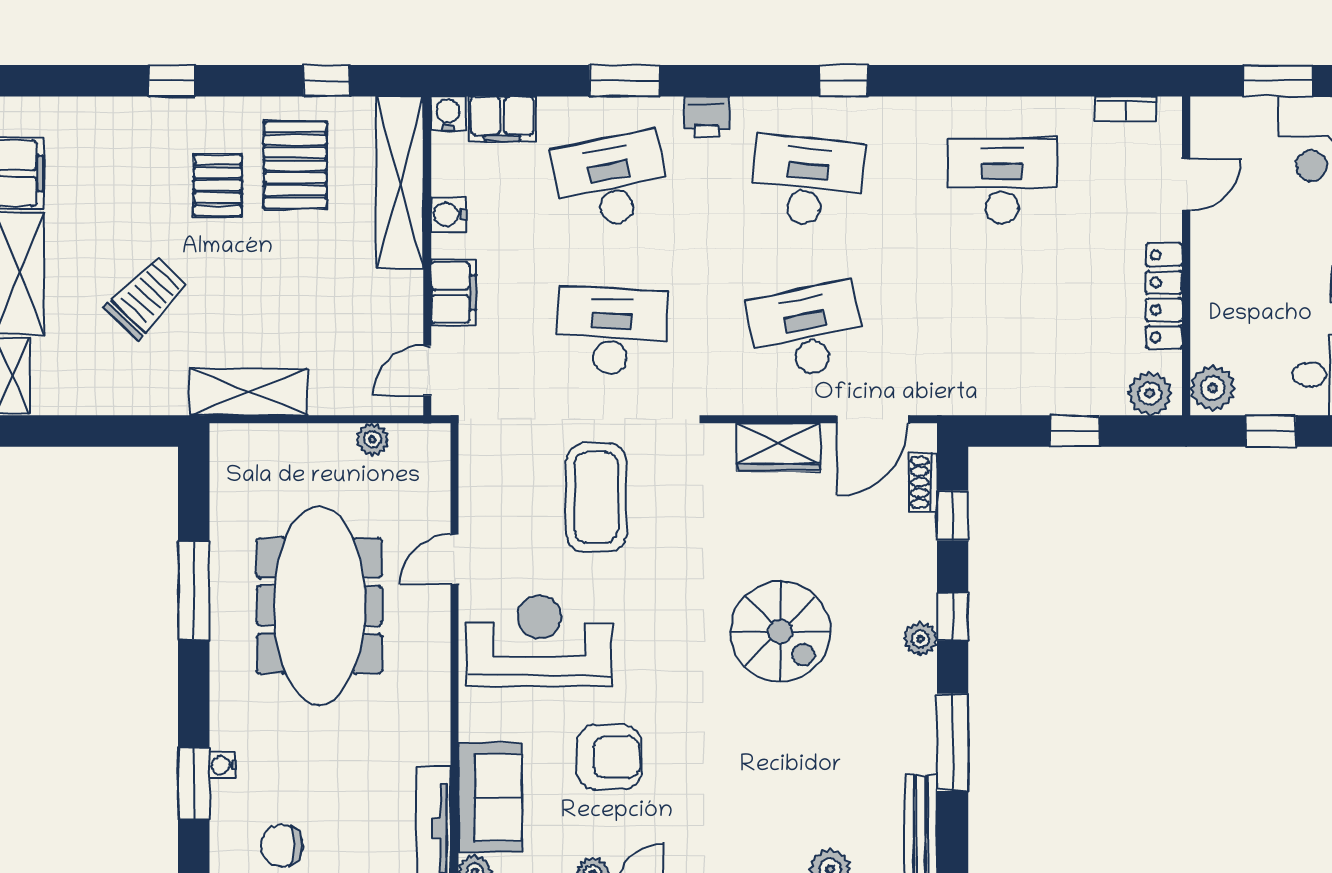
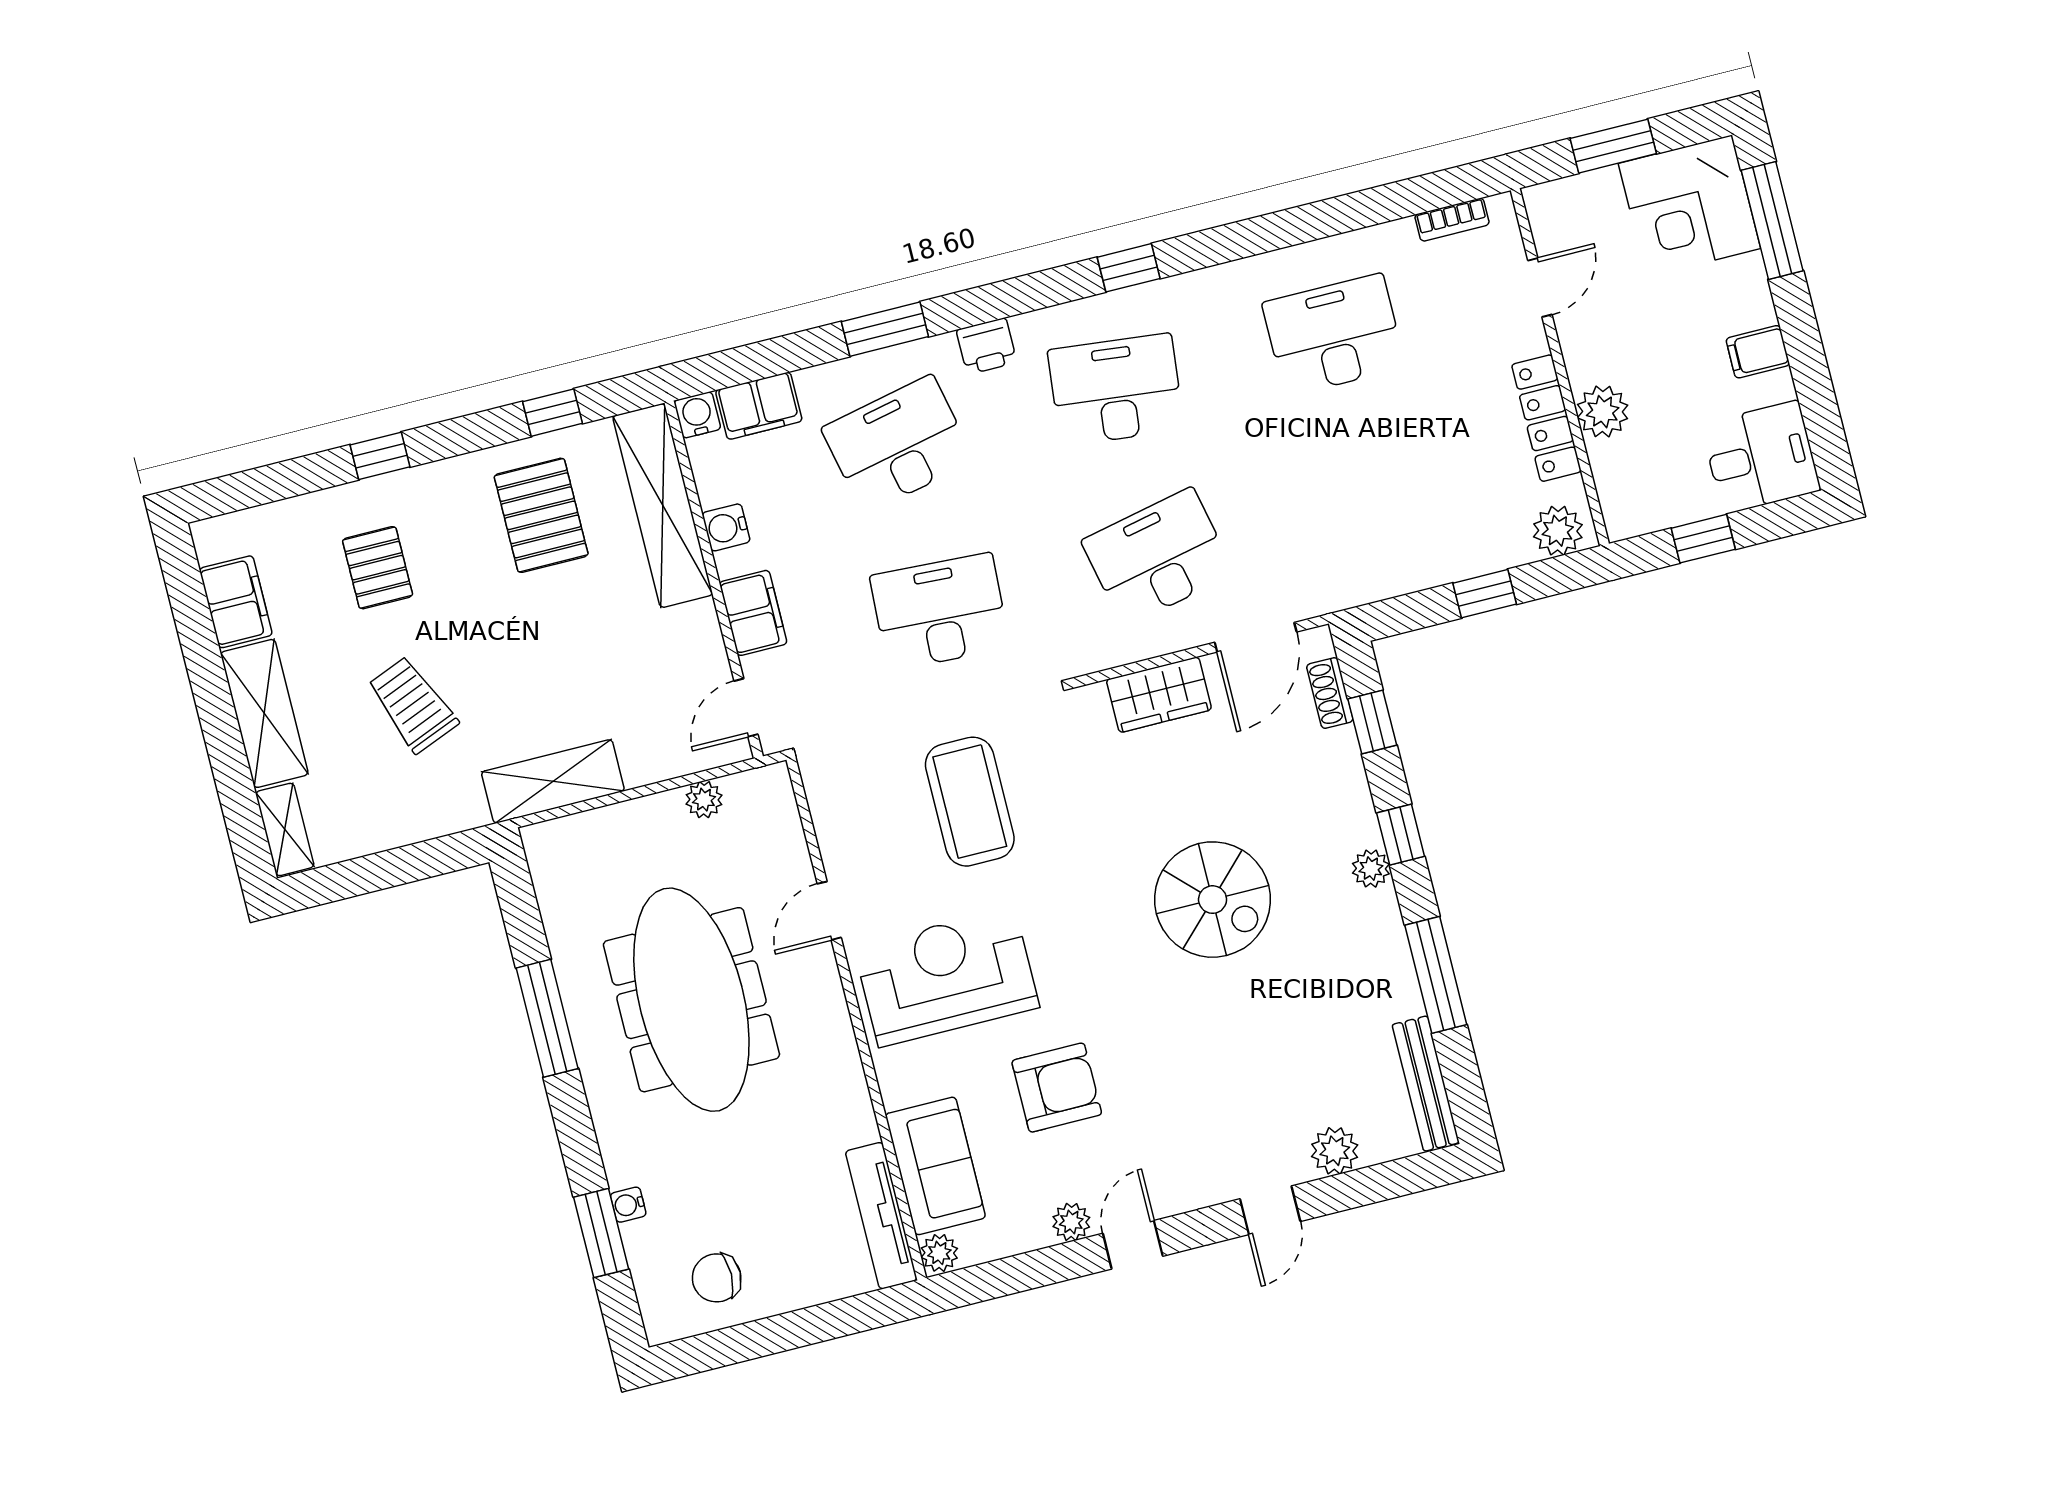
pallet: (218, 185) -> (378, 568), moved
trolley: (147, 298) -> (413, 705), turned -66
plant: (1213, 388) -> (1603, 412), moved

